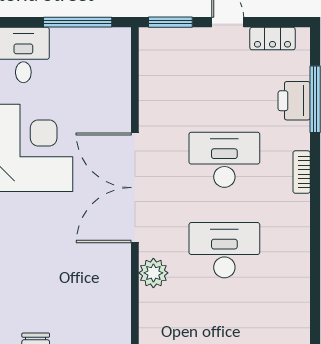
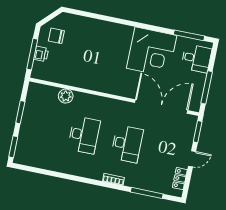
printer: (294, 101) -> (148, 183), removed
double door: (135, 188) -> (161, 106), moved
plant: (153, 273) -> (66, 96), moved

